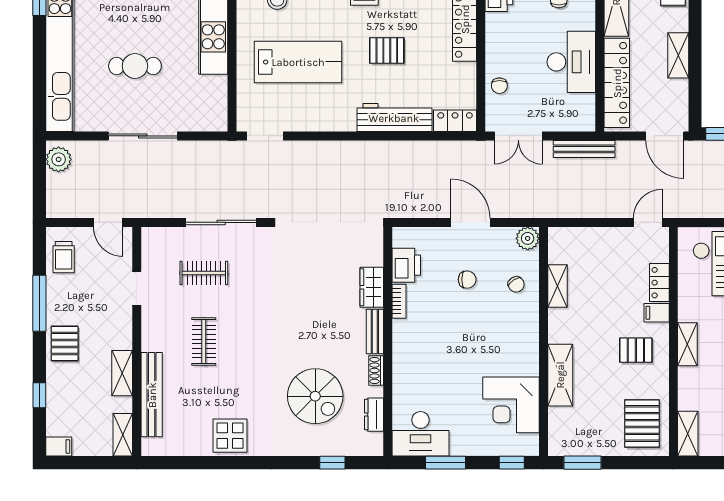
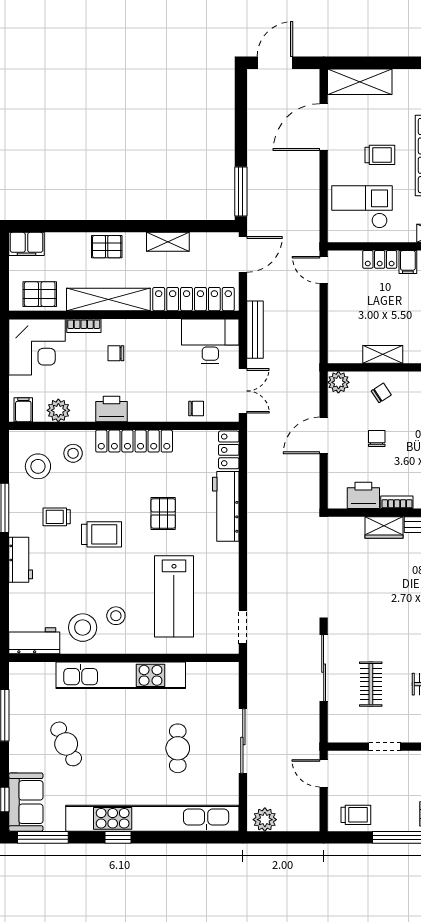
lab bench: (298, 62) -> (174, 596), turned 180
desk: (571, 62) -> (210, 341), moved
door: (108, 222) -> (324, 773), swing flipped

